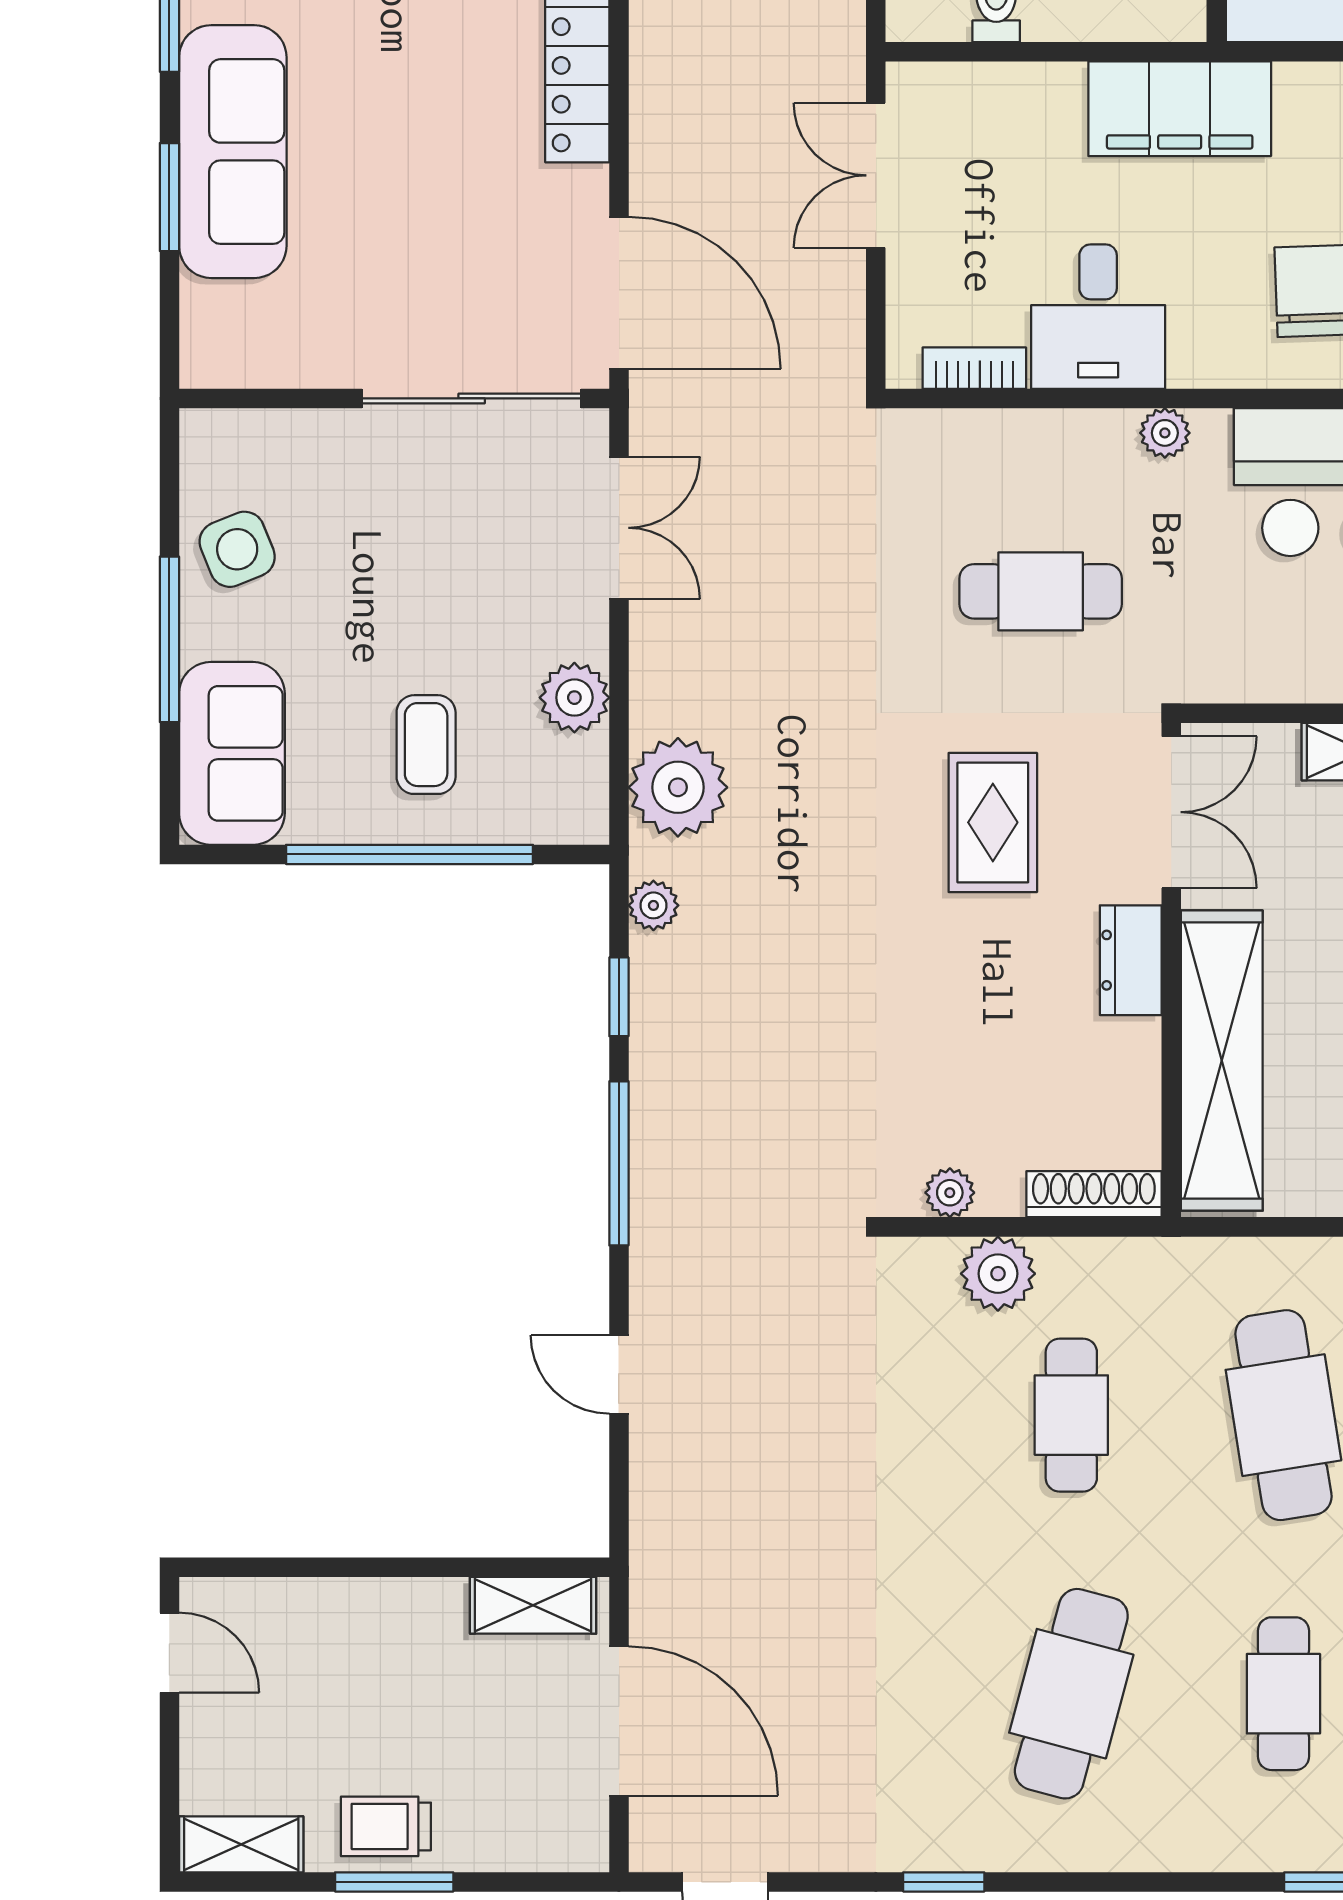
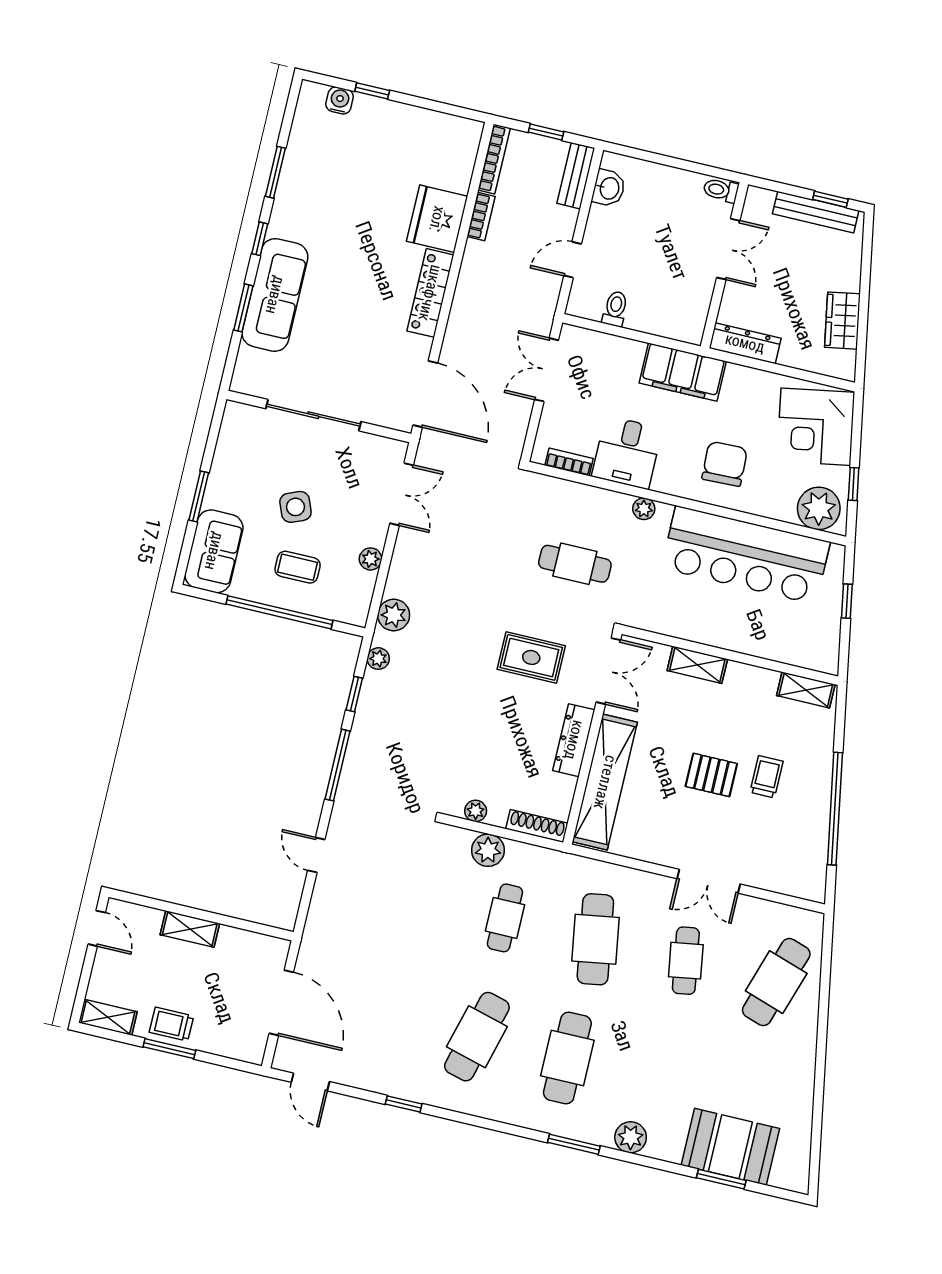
sliding door: (472, 398) -> (313, 415), moved
side table: (237, 549) -> (295, 507), moved
window: (169, 639) -> (199, 496), width x0.69
plant: (574, 698) -> (371, 559), width x0.73, depth x0.73
coffee table: (426, 745) -> (298, 567), turned 90
plant: (678, 787) -> (394, 615), width x0.73, depth x0.73
rug: (993, 822) -> (531, 657), turned 90
dresser: (1131, 960) -> (574, 740), width x1.44
shelving: (533, 1605) -> (190, 929), moved
cafe table: (1283, 1694) -> (567, 1058), width x1.37, depth x1.35

